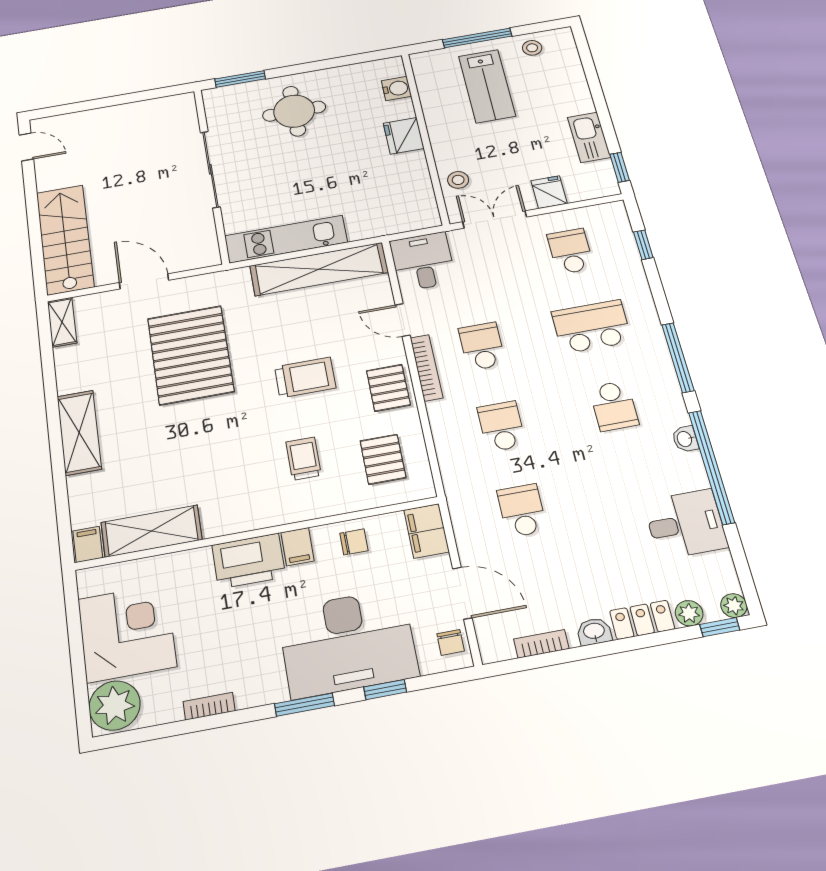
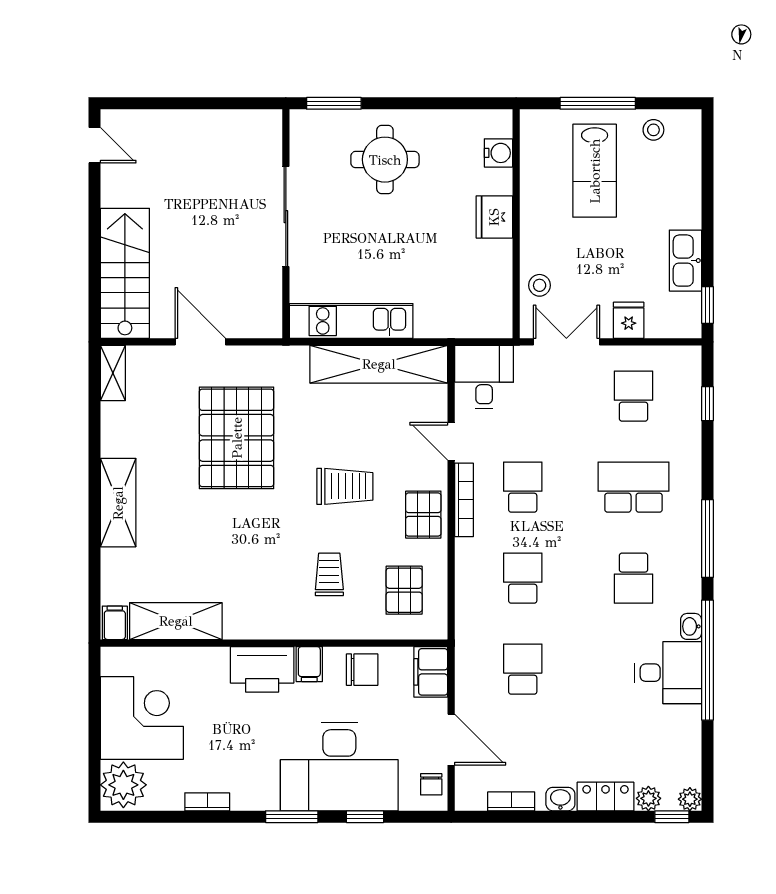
desk: (685, 524) -> (668, 673), moved
chair: (354, 542) -> (362, 670), width x1.37, depth x1.37

